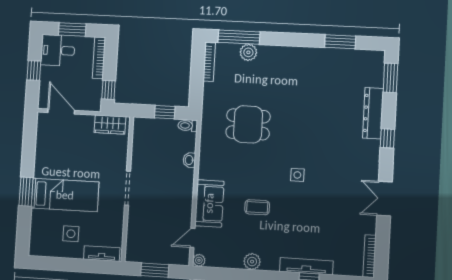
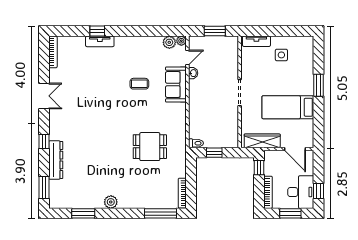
desk: (58, 50) -> (301, 192), width x1.37
plant: (248, 52) -> (111, 202), moved
window: (34, 70) -> (319, 191), moved
wardrobe: (110, 125) -> (262, 141), width x1.50
washbasin: (189, 160) -> (193, 73), moved
side table: (297, 175) -> (110, 110), removed
bed: (65, 195) -> (288, 107), moved
plant: (252, 262) -> (169, 42), moved
tv unit: (306, 266) -> (100, 41), width x0.71

